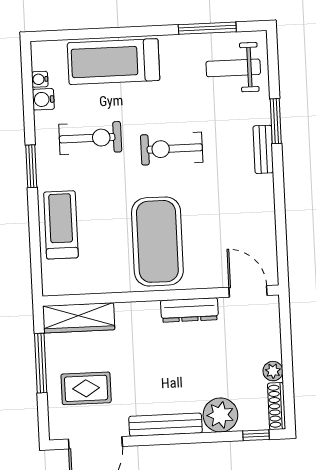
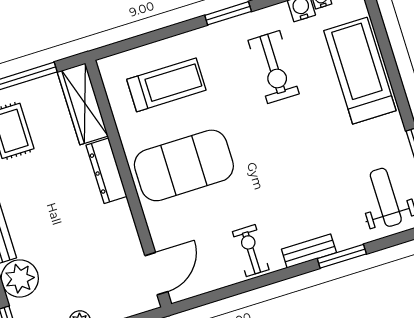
exercise bike: (172, 149) -> (251, 251), moved, width x0.73, depth x0.72
treadmill: (61, 225) -> (166, 85), moved
dresser: (189, 310) -> (106, 171), moved

